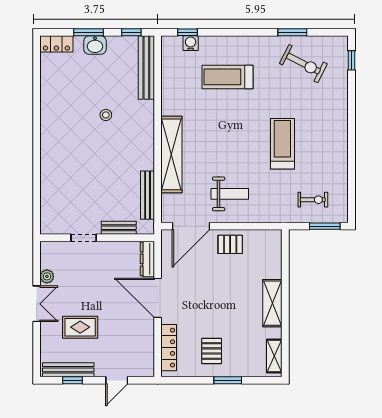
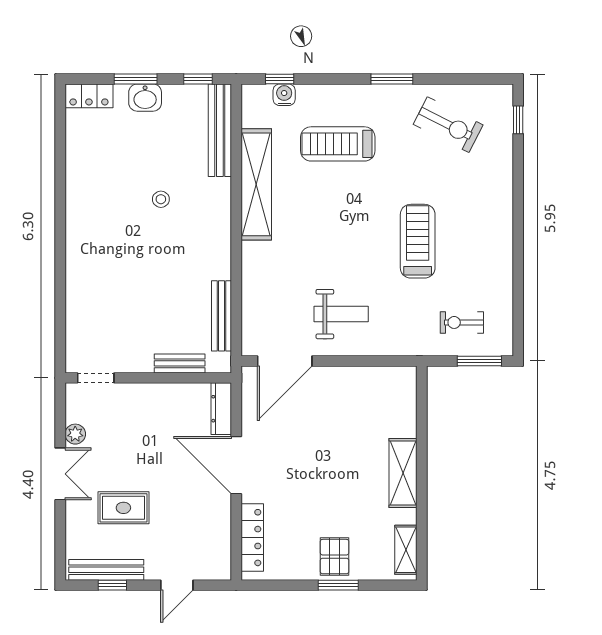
window: (292, 32) -> (392, 79), moved
shelving: (171, 154) -> (256, 184), moved
exercise bike: (313, 200) -> (462, 322), turned 180
doorway: (84, 238) -> (96, 378), moved
pallet: (230, 244) -> (342, 388), removed
pallet: (212, 351) -> (335, 557), moved

